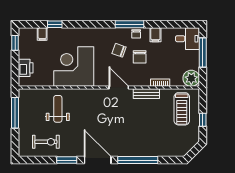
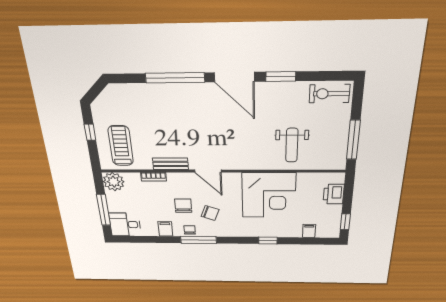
window: (55, 24) -> (268, 241), moved
exercise bike: (46, 142) -> (329, 94), moved

